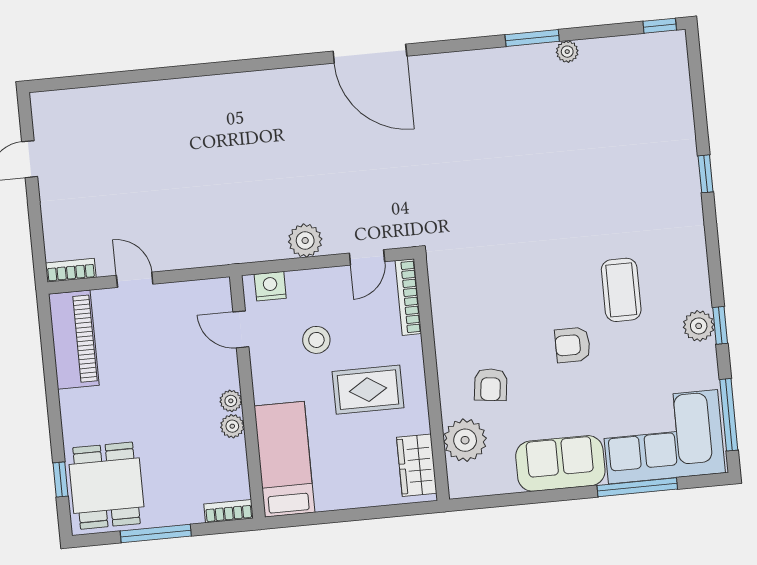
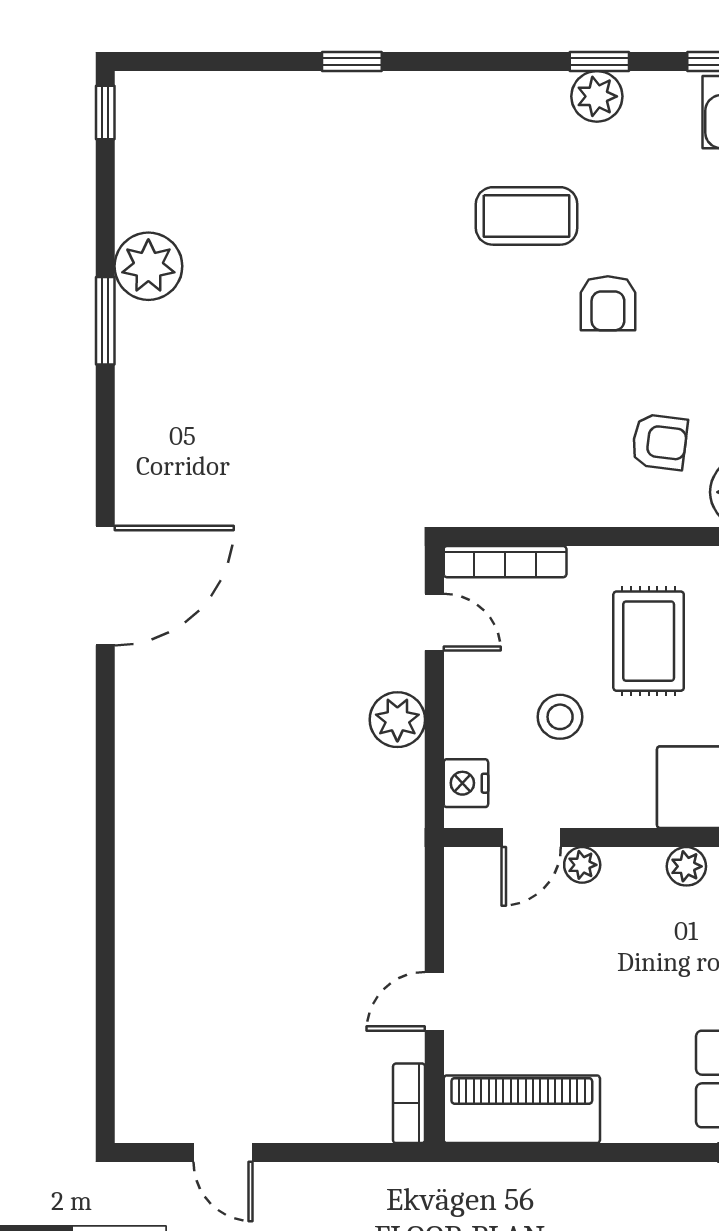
plant: (567, 52) -> (148, 266), width x1.88, depth x1.88
plant: (231, 401) -> (582, 865), moved

